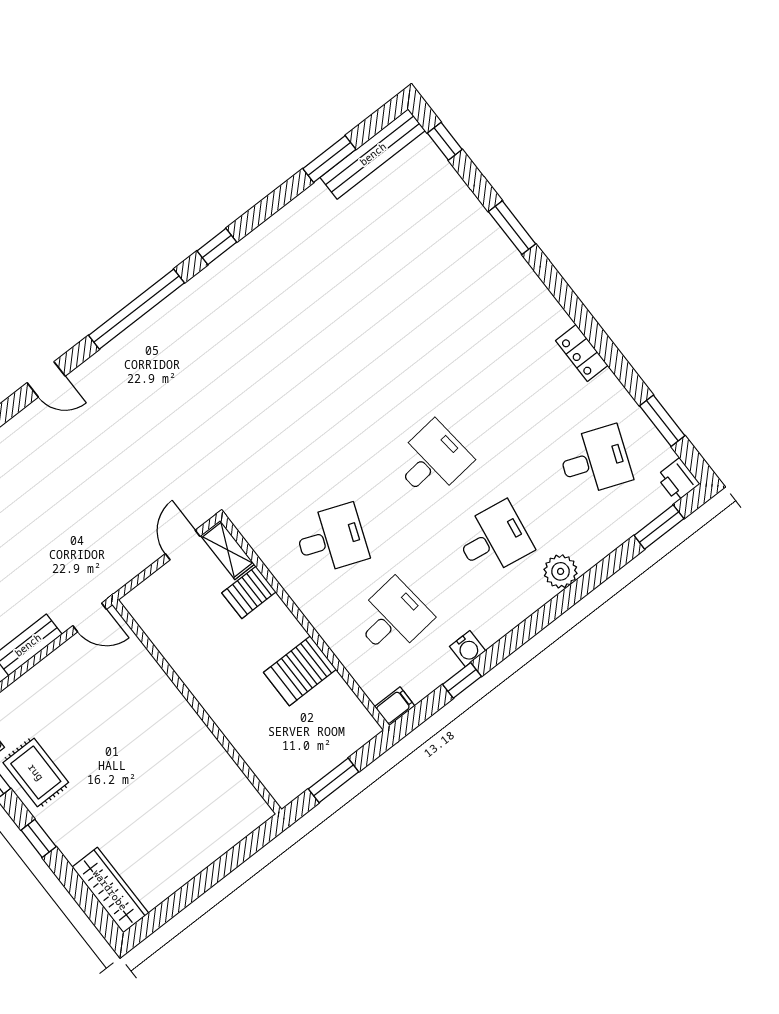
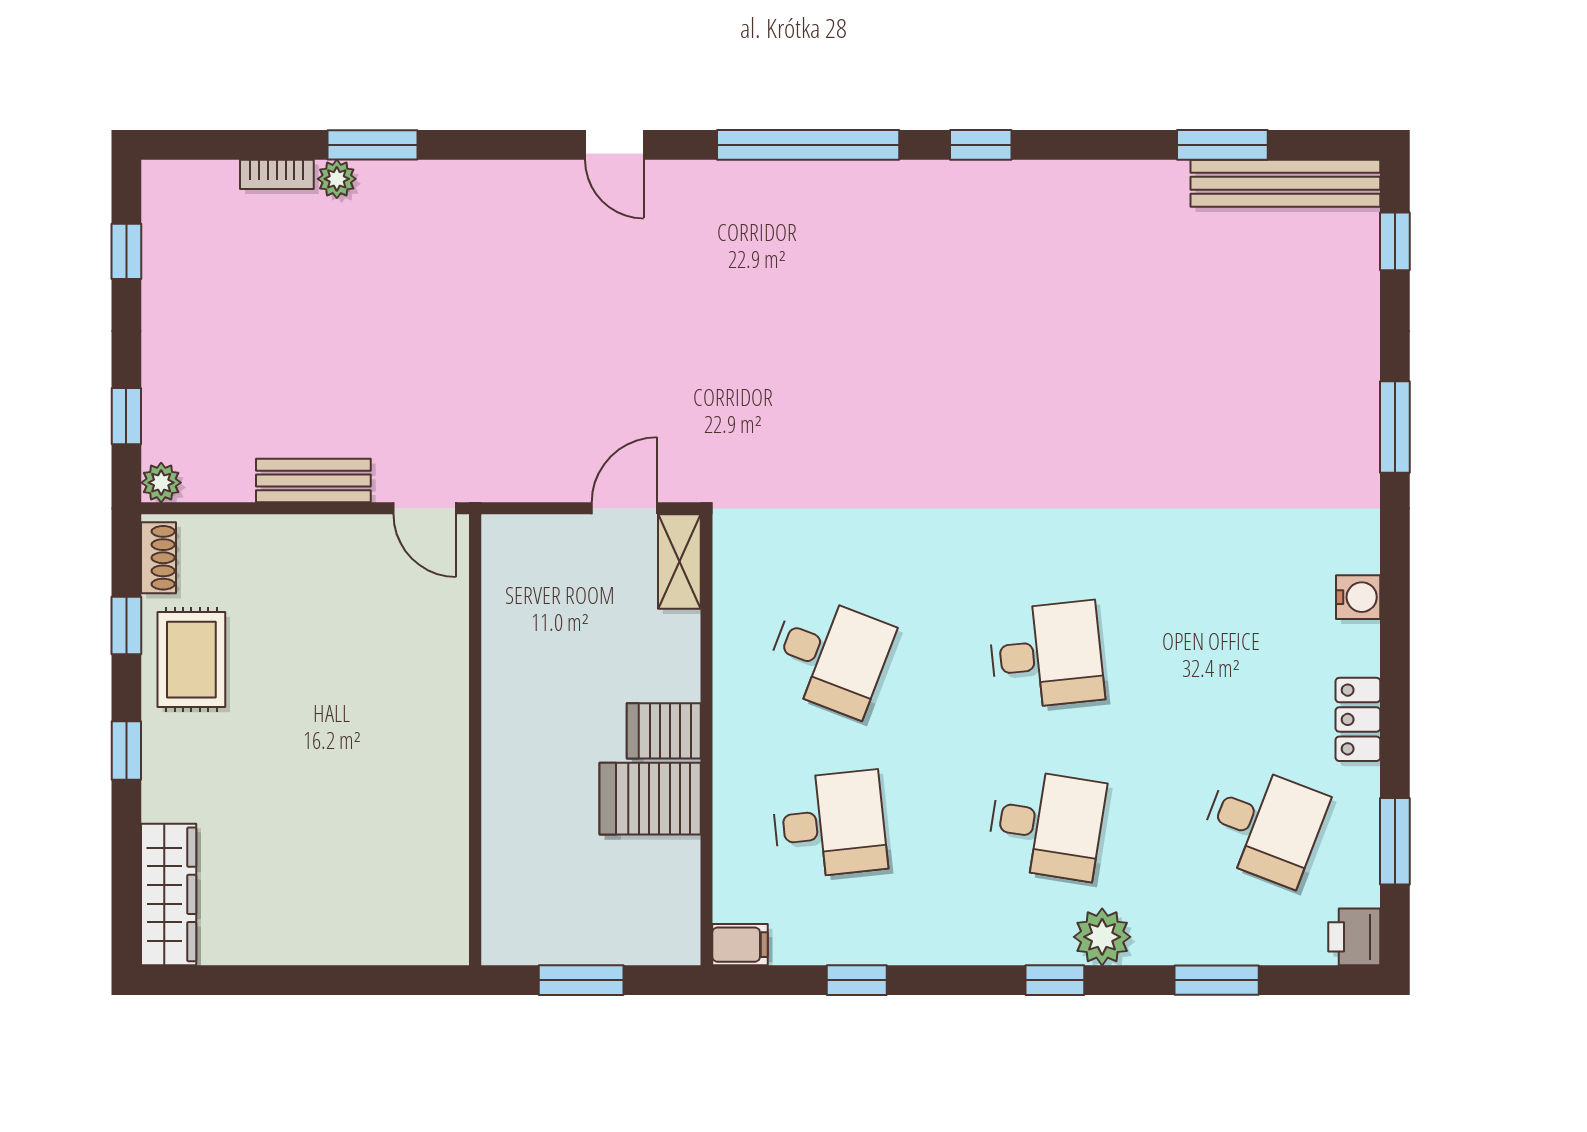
locker: (582, 353) -> (1358, 719), moved
window: (659, 527) -> (1217, 980), moved
server rack: (249, 592) -> (664, 731), moved
window: (554, 609) -> (1055, 980), added
water cooler: (468, 649) -> (1358, 597), moved, turned -90

